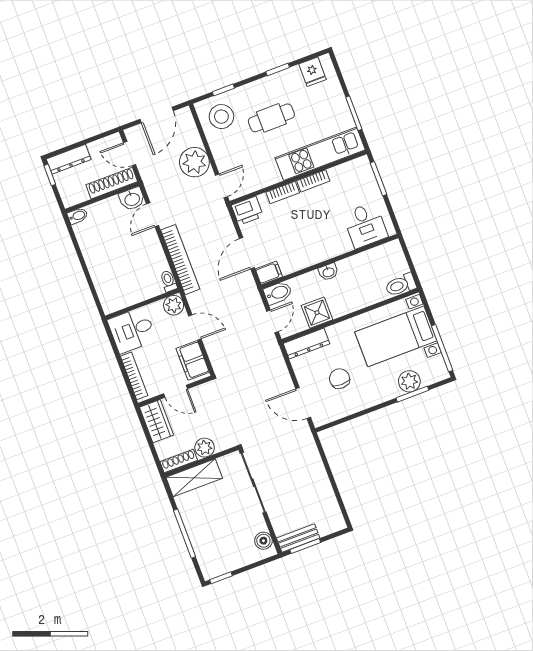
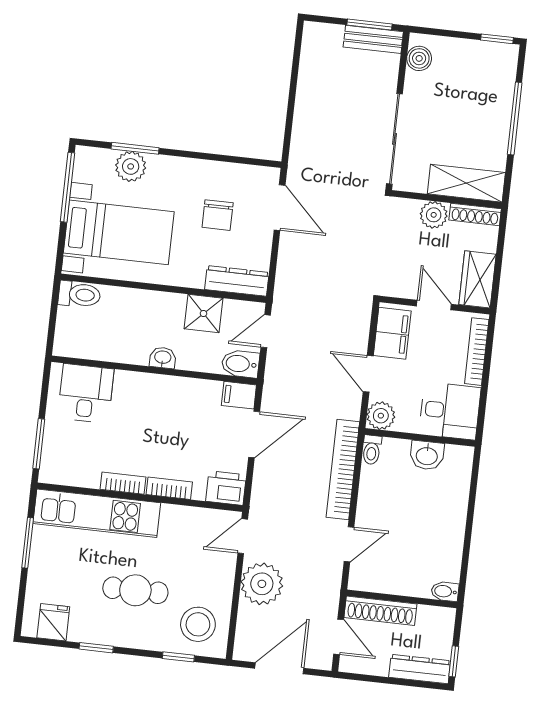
washbasin: (132, 199) -> (427, 455), moved, turned 180

